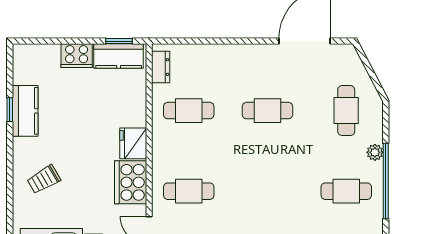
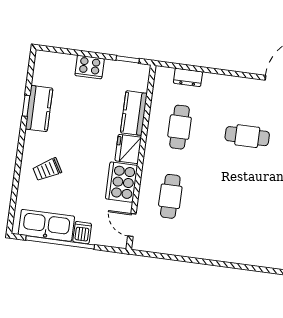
kitchen counter: (119, 56) -> (134, 113), moved, turned 90
dresser: (161, 67) -> (188, 77), moved, turned 90
cafe table: (189, 111) -> (180, 127), turned 90
cafe table: (189, 191) -> (170, 196), turned 90

